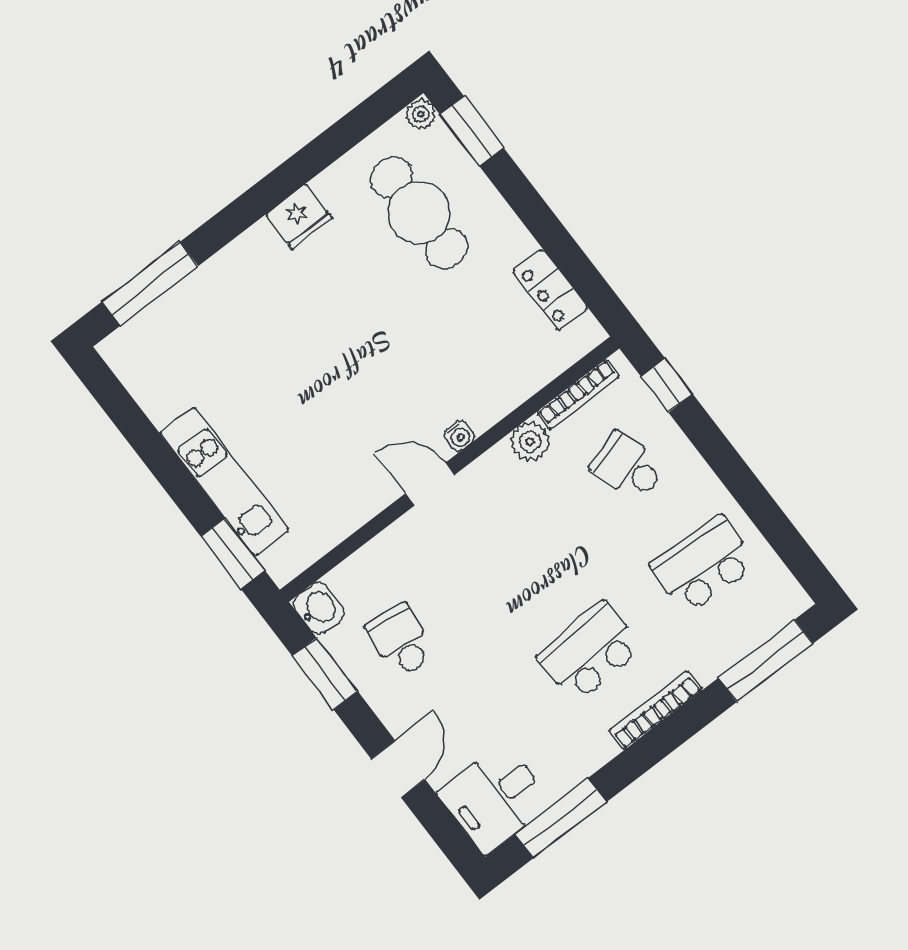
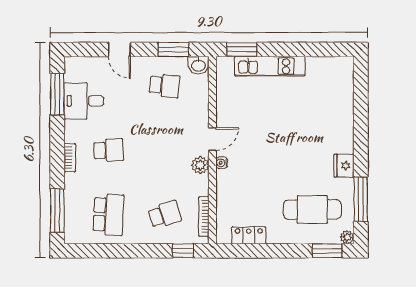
window: (150, 284) -> (361, 199), moved
plant: (530, 442) -> (200, 165), moved
school desk: (590, 652) -> (109, 150), width x0.54
bookcase: (656, 710) -> (70, 158), width x0.64
desk: (495, 798) -> (84, 101), moved, turned -90

